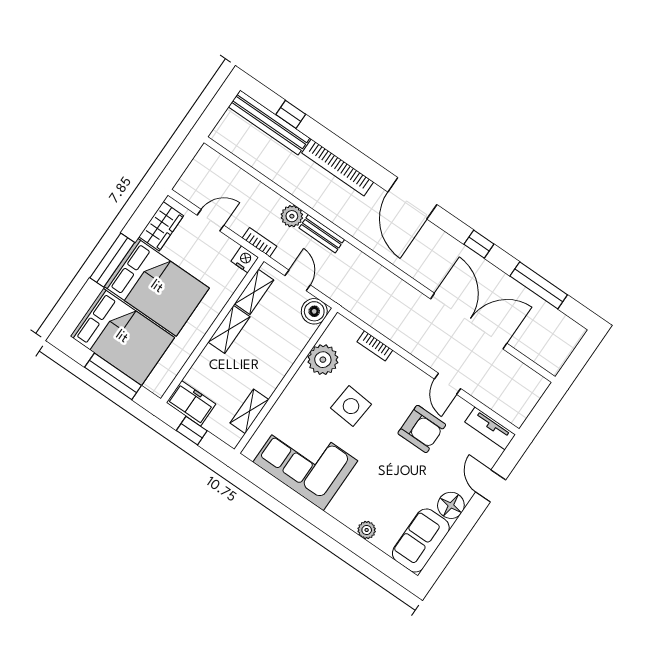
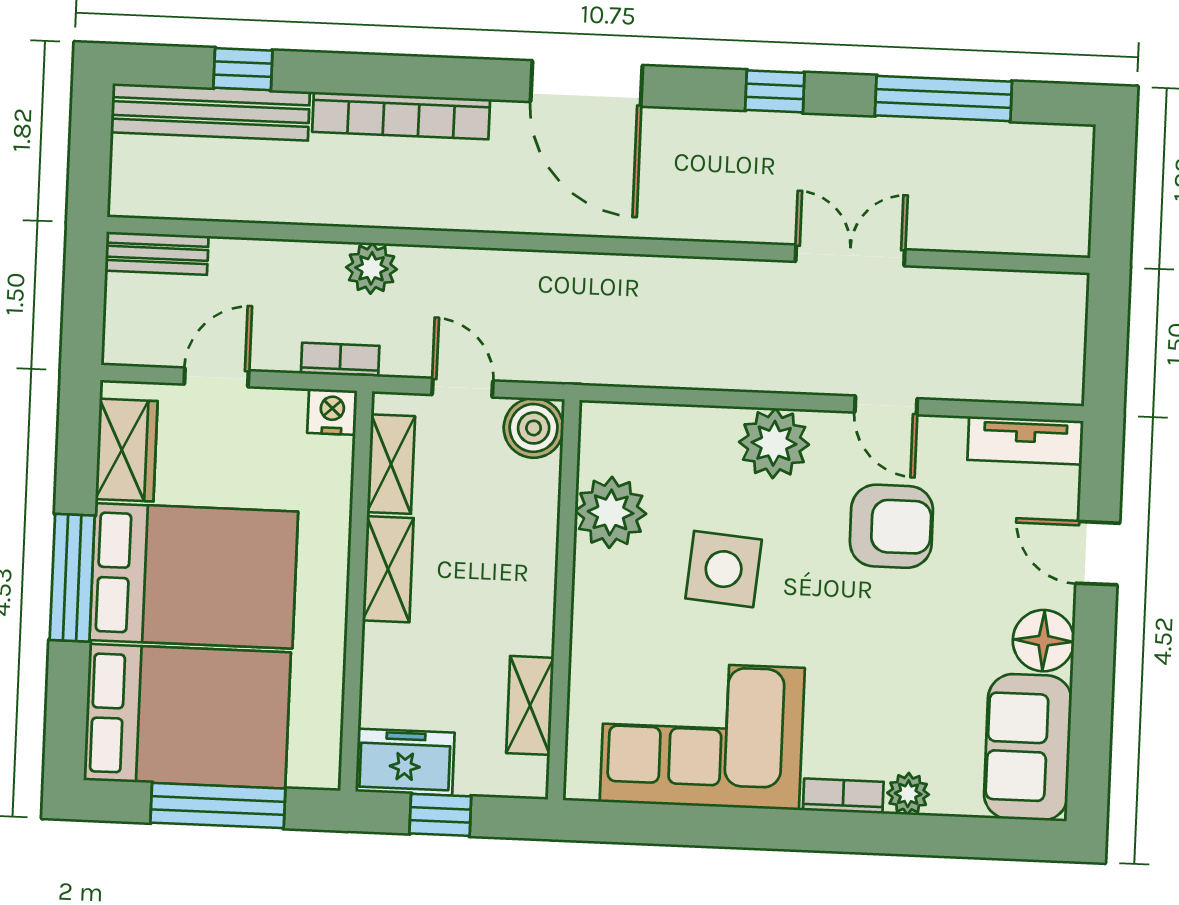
bench: (322, 234) -> (157, 253), moved
double door: (469, 321) -> (850, 255), width x0.54
bookcase: (375, 346) -> (843, 796), moved, turned 180
plant: (398, 372) -> (774, 443), added

